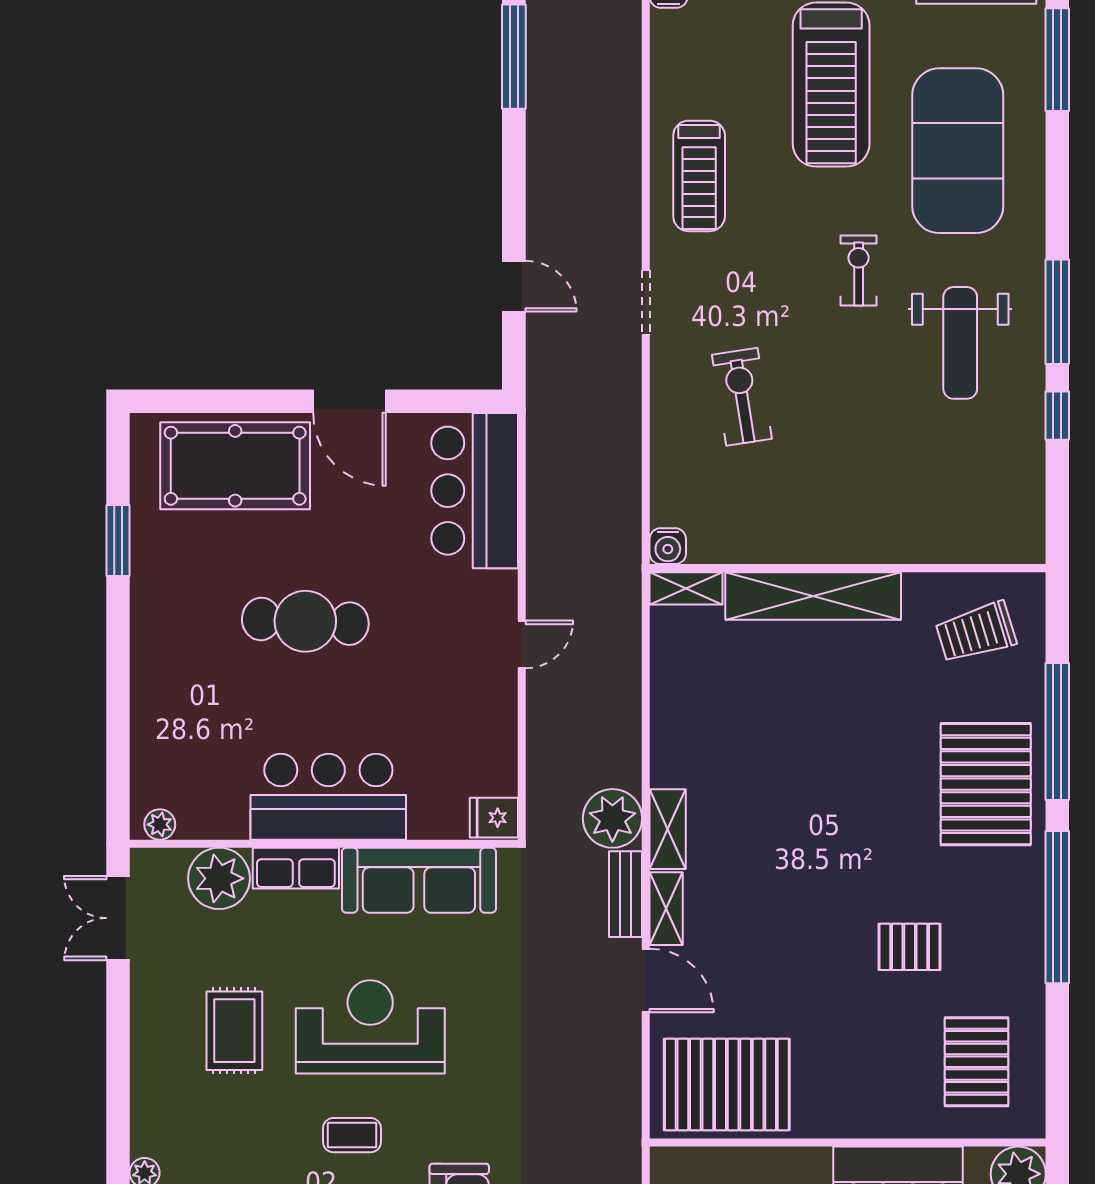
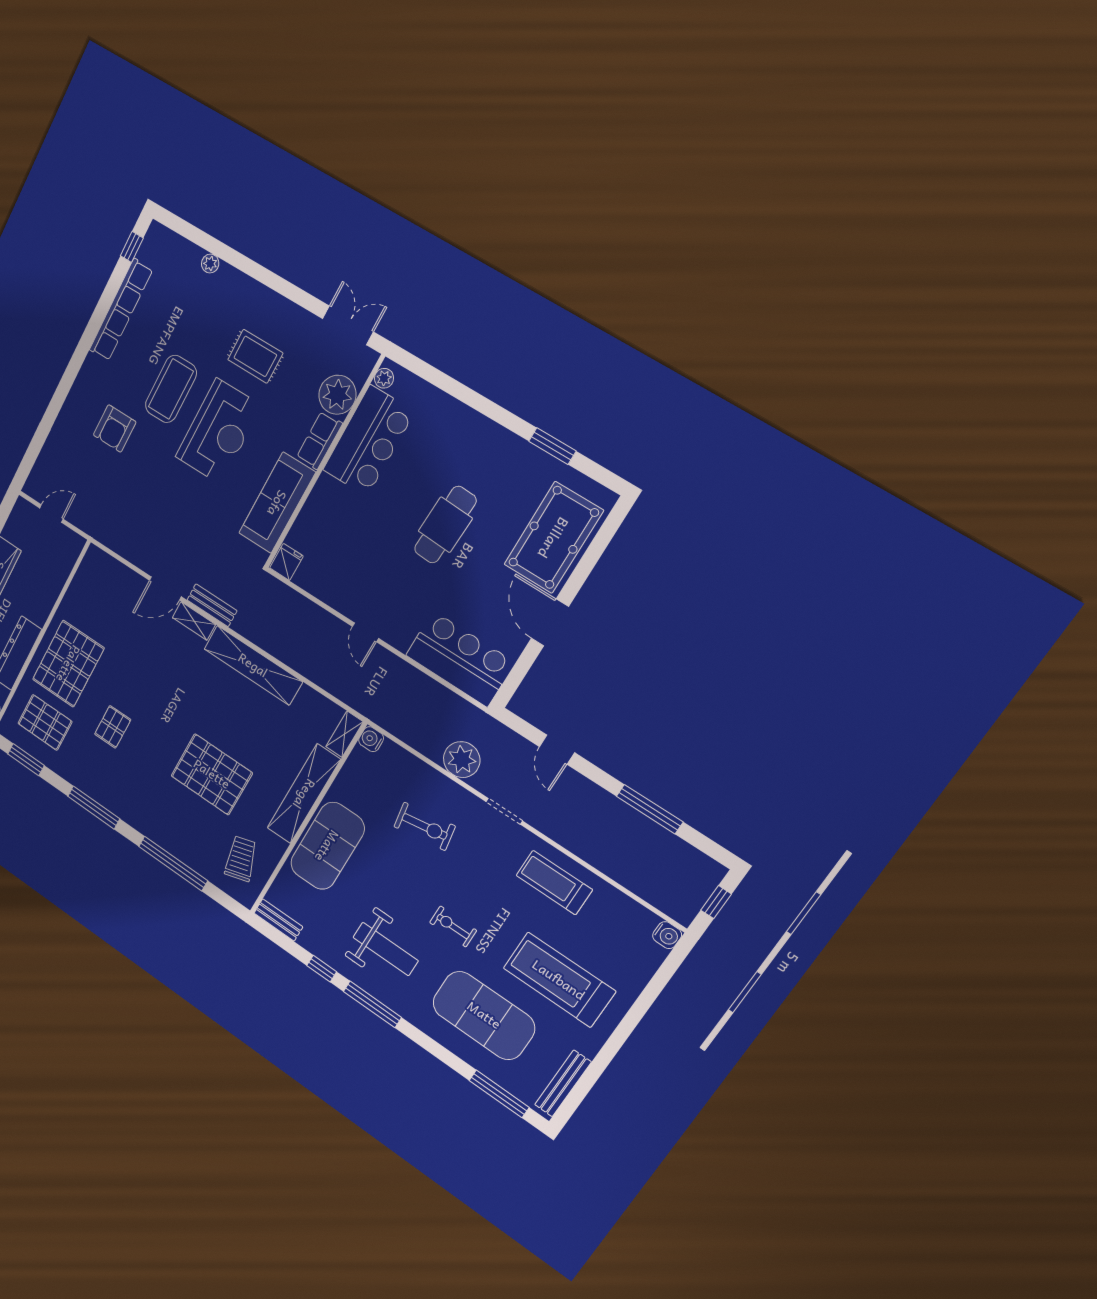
window: (514, 57) -> (650, 809), moved
exercise bike: (859, 271) -> (453, 926), turned 180
door: (514, 286) -> (557, 750), hinge flipped
weight bench: (960, 343) -> (386, 949), turned 180
door: (349, 401) -> (550, 622), hinge flipped
exercise mat: (866, 516) -> (327, 846), added
bench: (1030, 522) -> (278, 920), added
pallet: (986, 784) -> (212, 774), moved
bar counter: (328, 797) -> (368, 441), moved
plant: (612, 818) -> (462, 760), moved
shelving: (668, 829) -> (253, 665), width x2.20, depth x1.33
window: (1057, 907) -> (94, 808), width x0.68
window: (1057, 1061) -> (26, 760), added
pallet: (727, 1085) -> (68, 664), moved
coffee table: (352, 1135) -> (171, 389), width x1.86, depth x1.72

